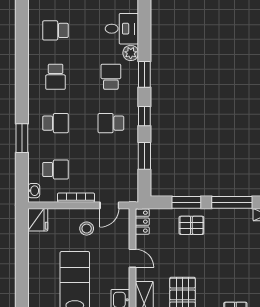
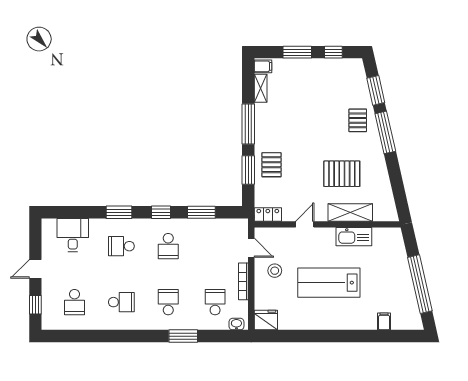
plant: (131, 53) -> (97, 226), removed

